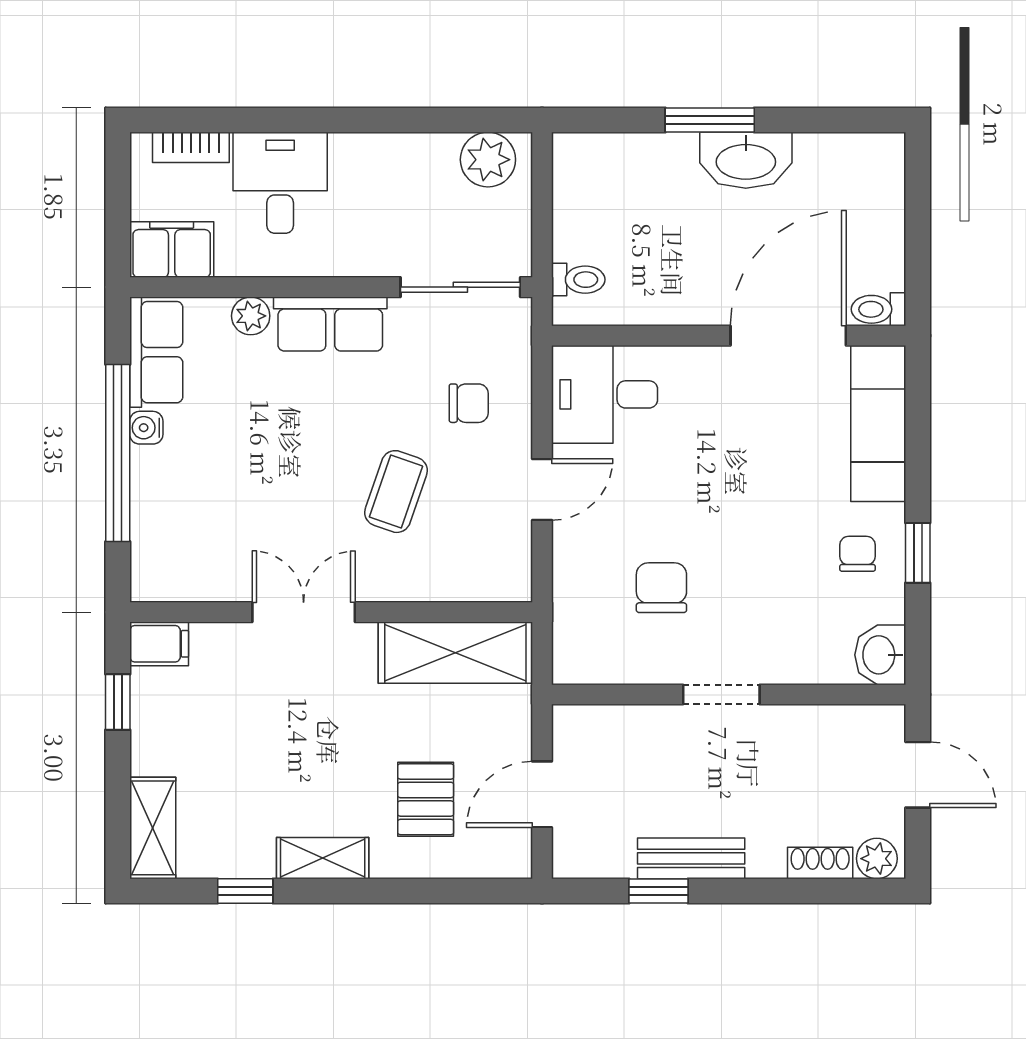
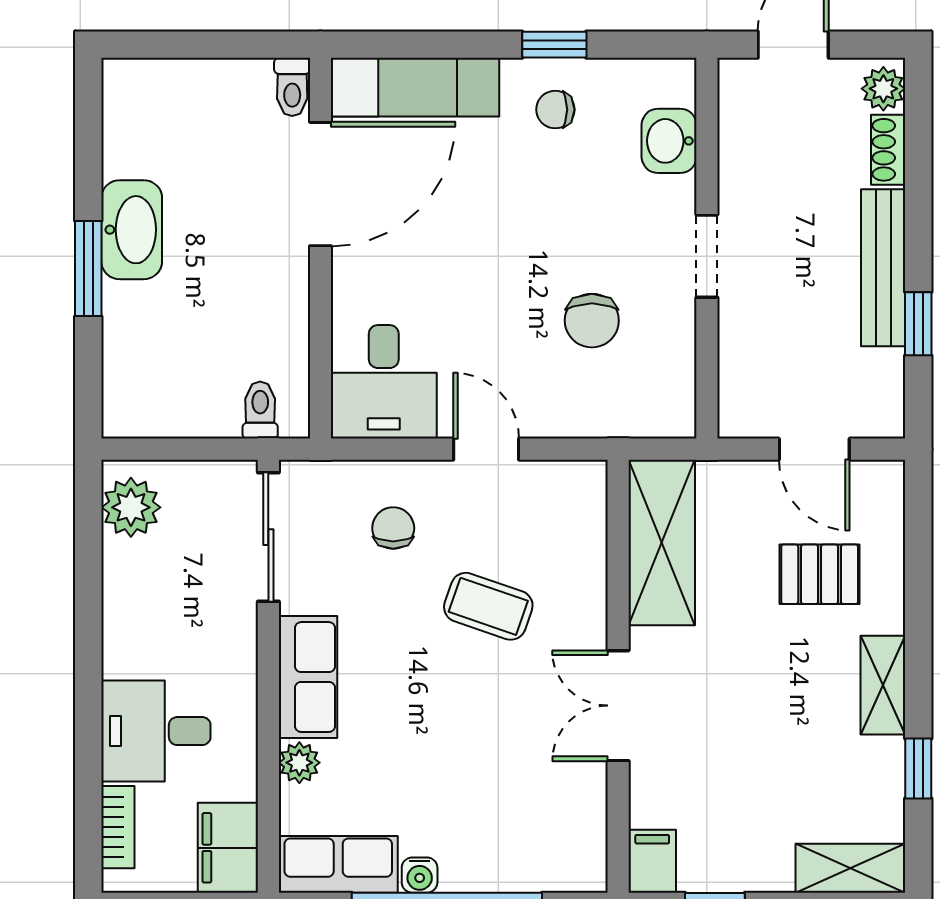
door: (788, 336) -> (321, 184), swing flipped
chair: (661, 588) -> (592, 321), turned -90
washbasin: (880, 655) -> (669, 141), moved, turned 90
bench: (691, 858) -> (883, 268), width x1.36

